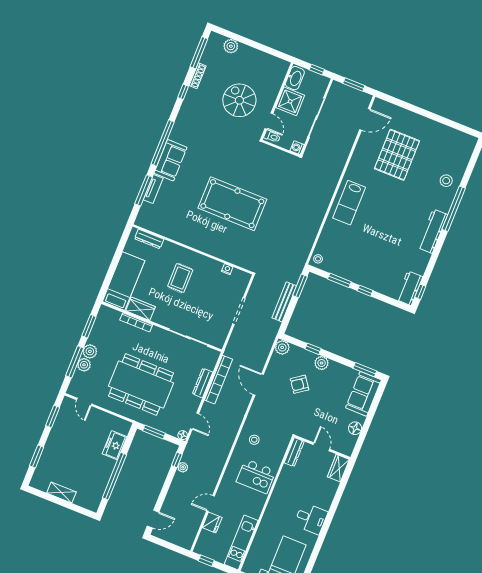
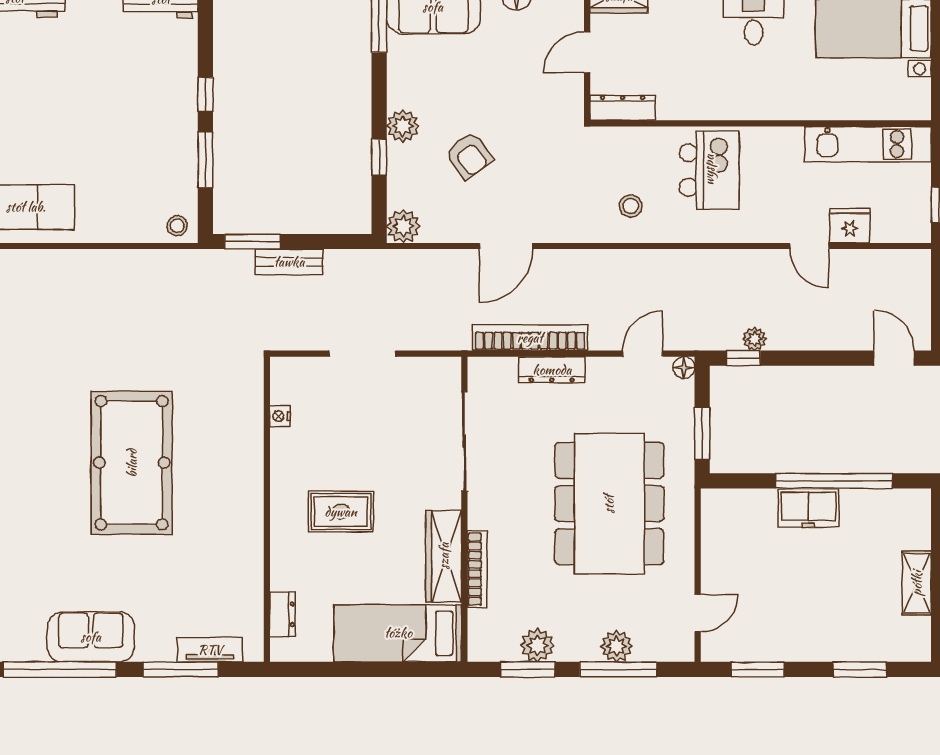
tv unit: (153, 189) -> (210, 650), moved
dresser: (149, 239) -> (282, 614), width x0.70
bench: (284, 302) -> (289, 262), width x0.73
wardrobe: (140, 309) -> (444, 556), width x1.50
plant: (90, 351) -> (537, 645), moved
freezer: (115, 445) -> (808, 508), moved

